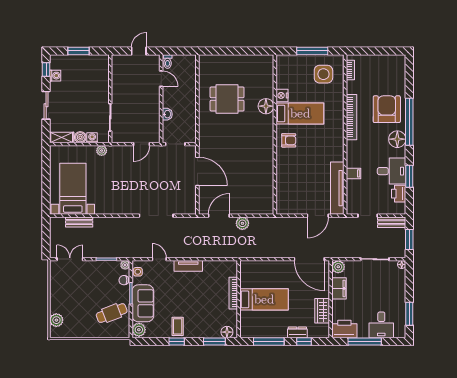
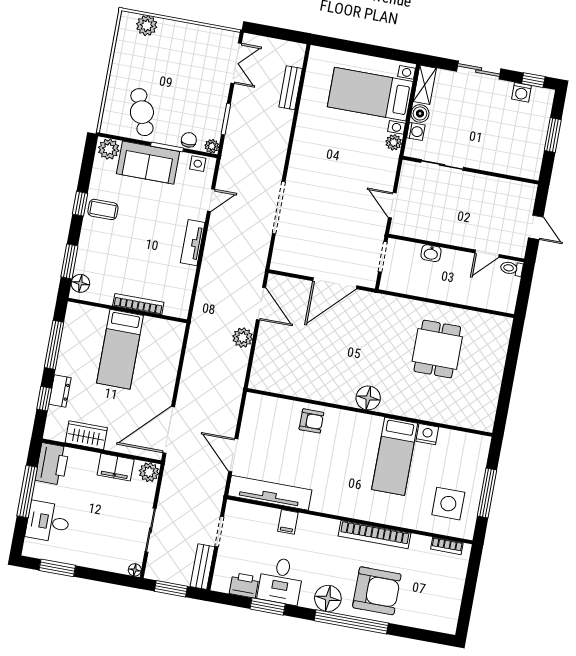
floor lamp: (266, 106) -> (368, 398), moved
armchair: (289, 140) -> (311, 421), moved, turned -90
bed with nightstands: (73, 189) -> (370, 94), moved, turned 180

